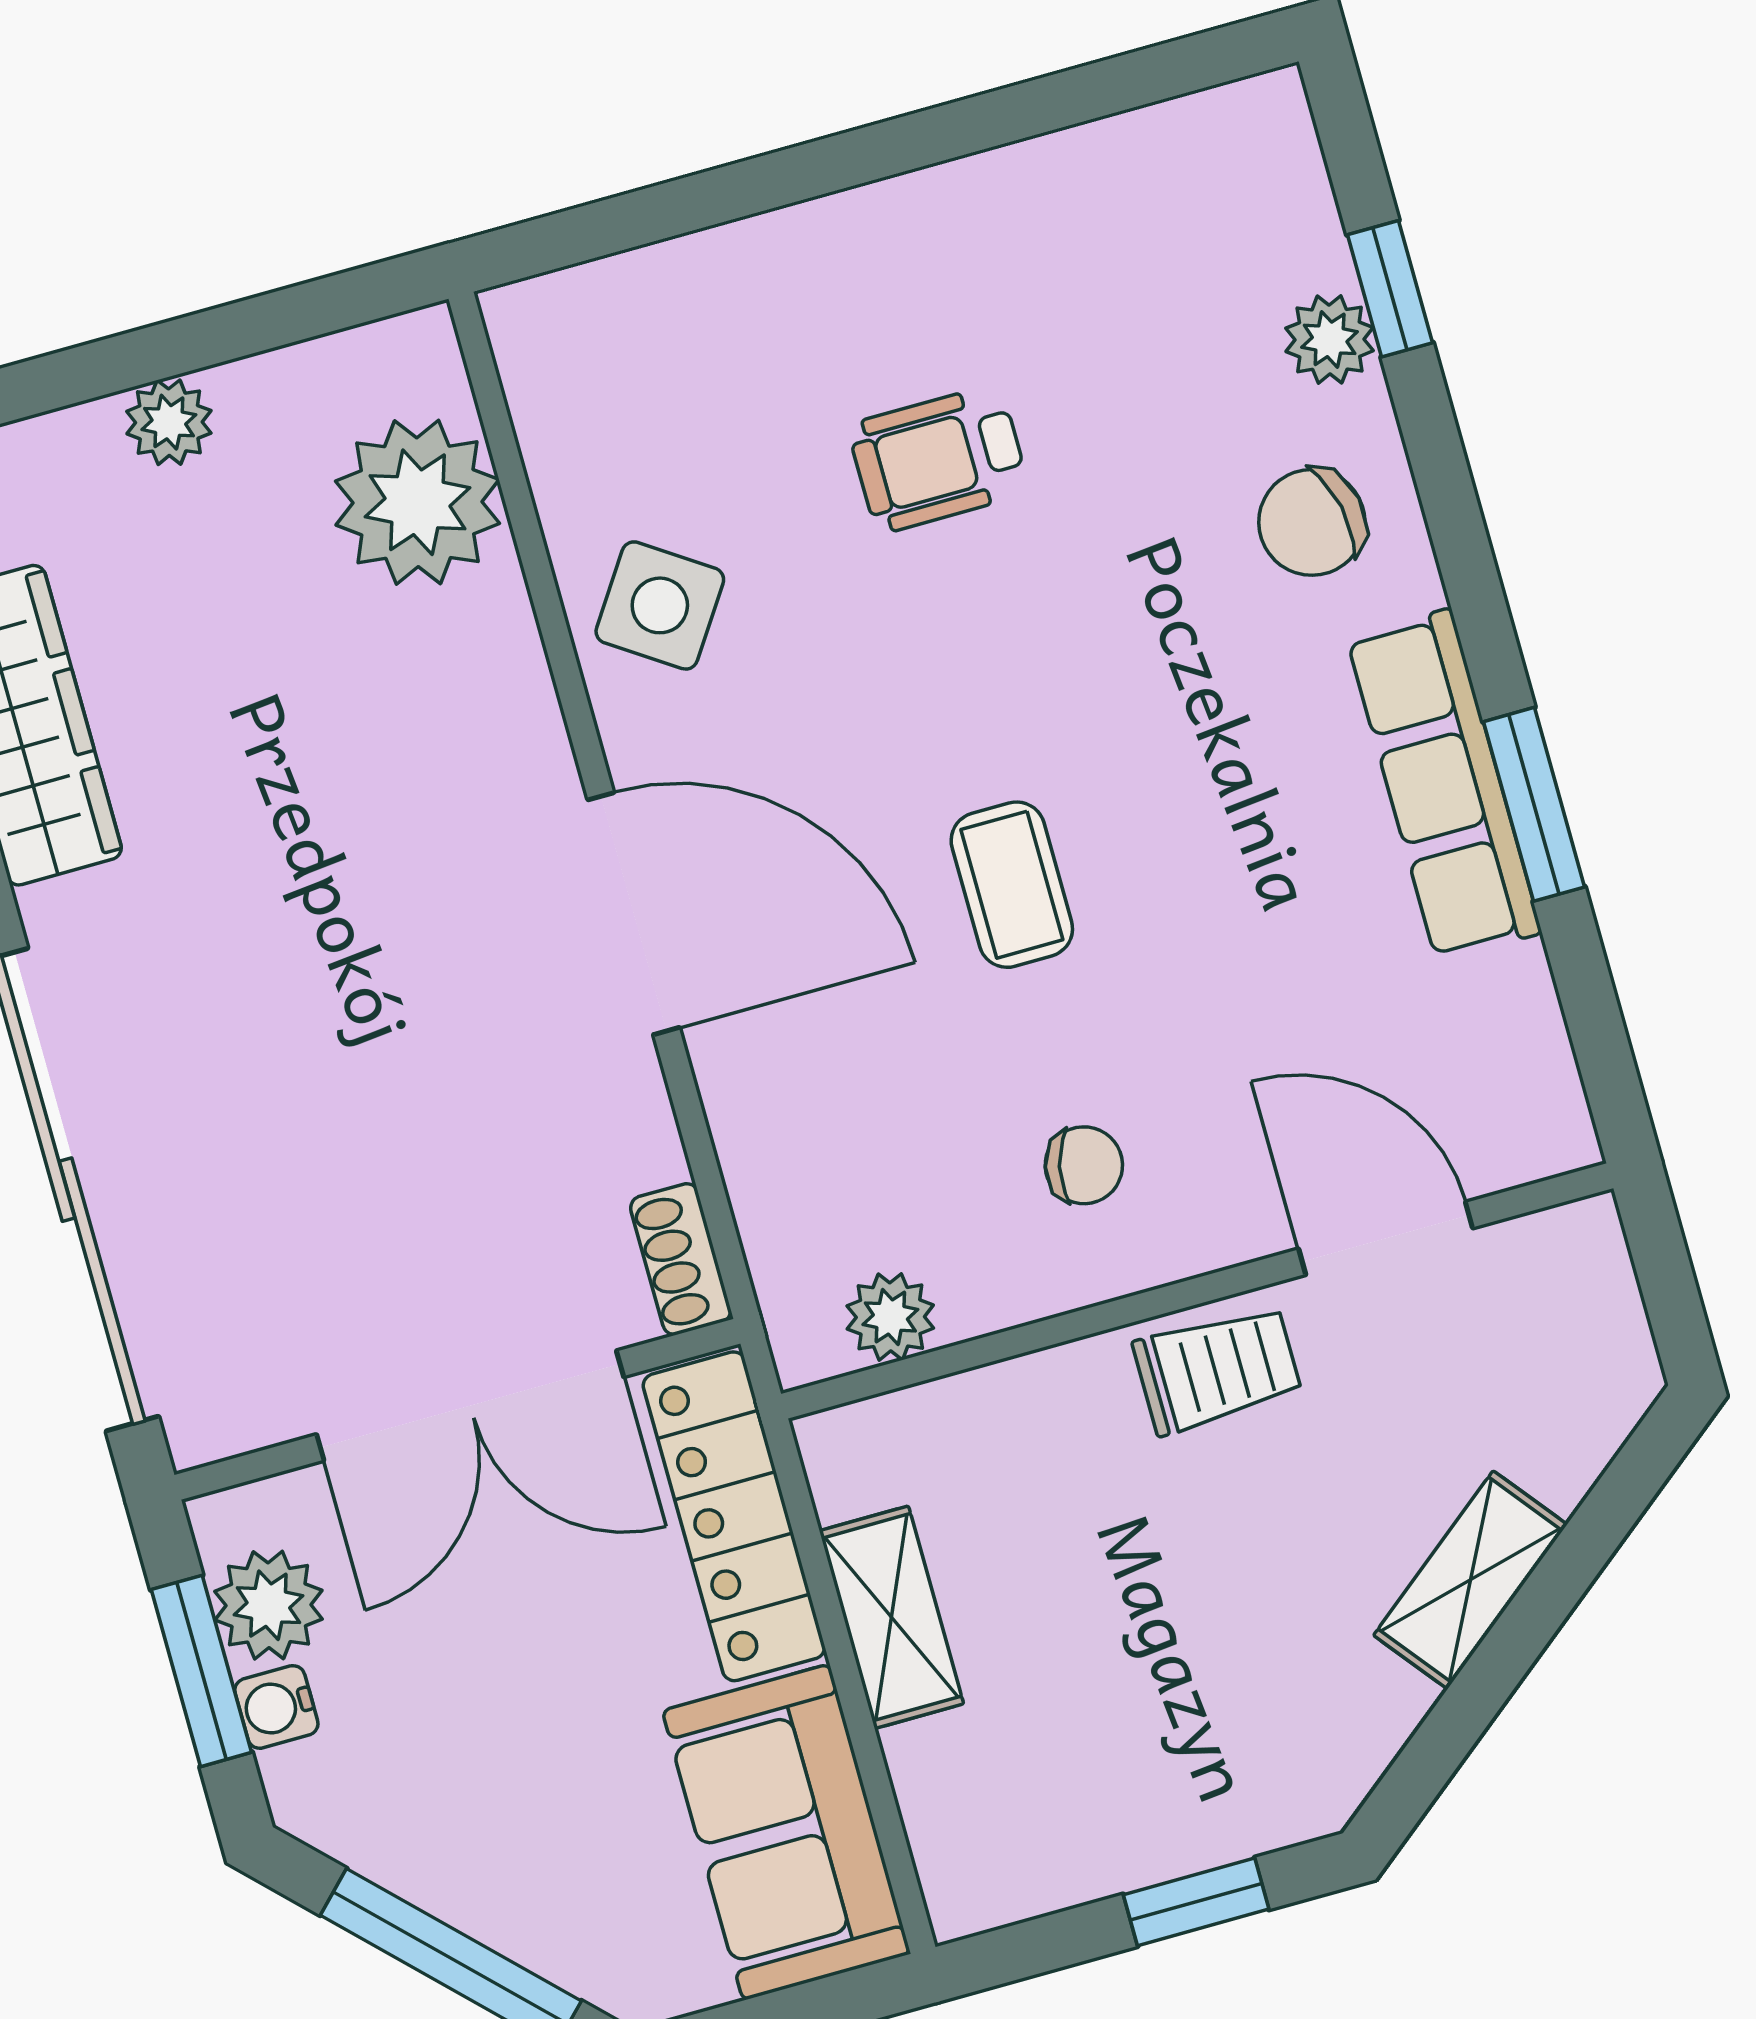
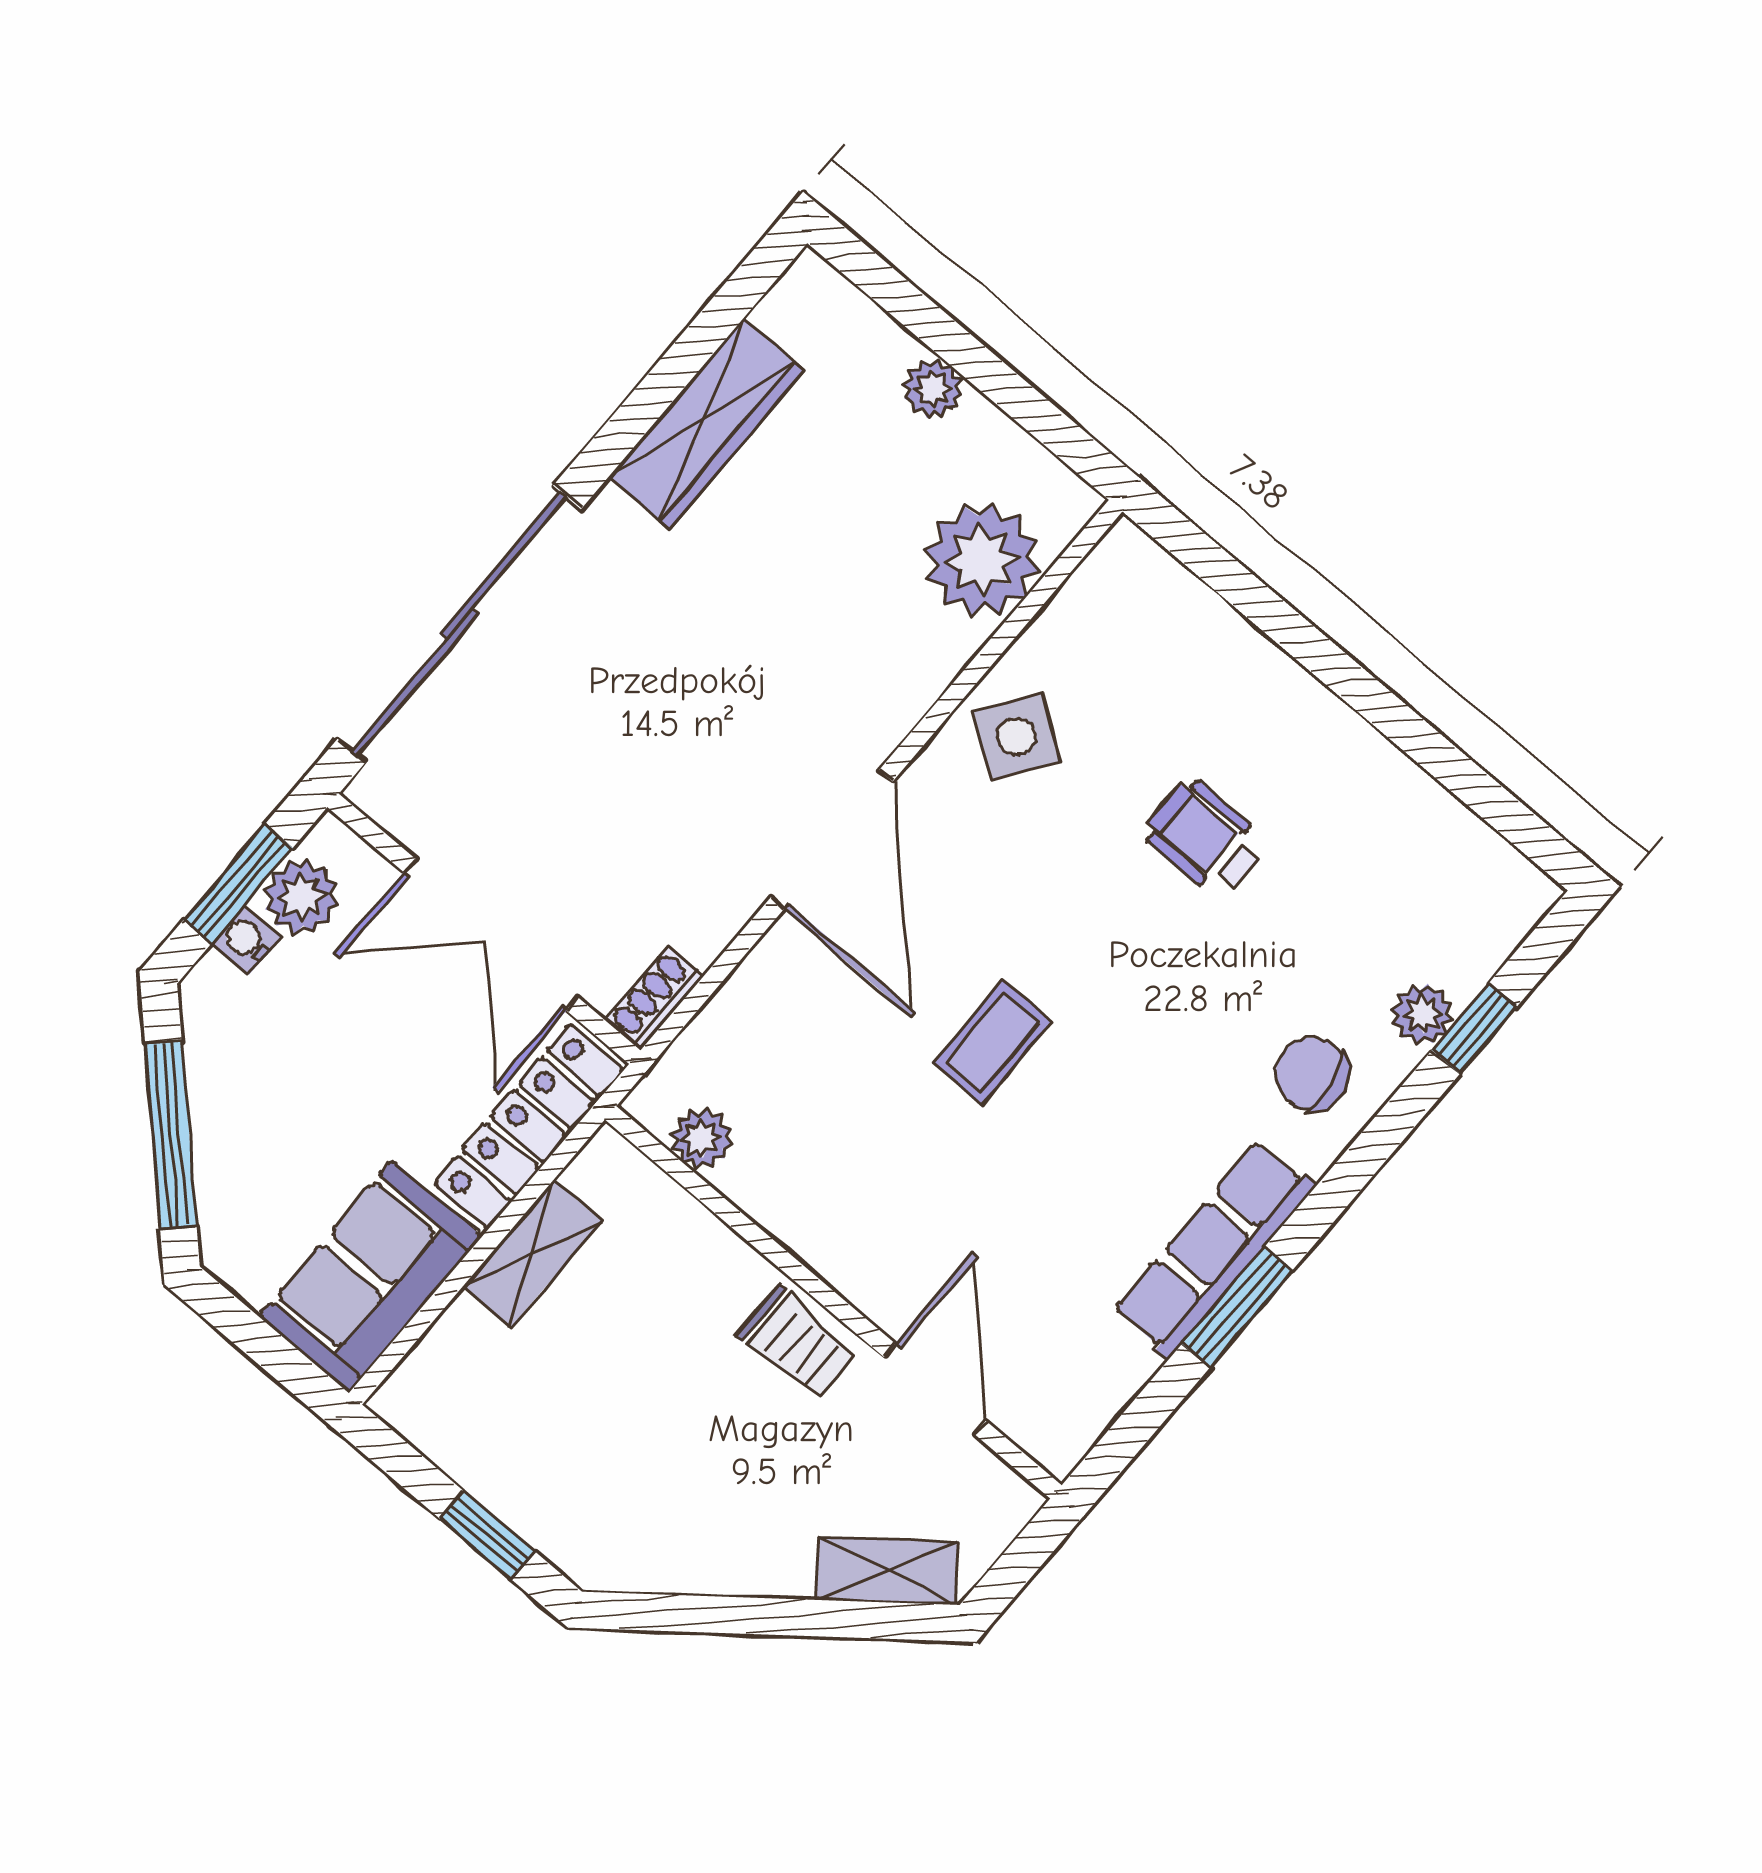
chair: (1084, 1165) -> (861, 1190), removed
shelving: (1470, 1580) -> (887, 1571), moved

